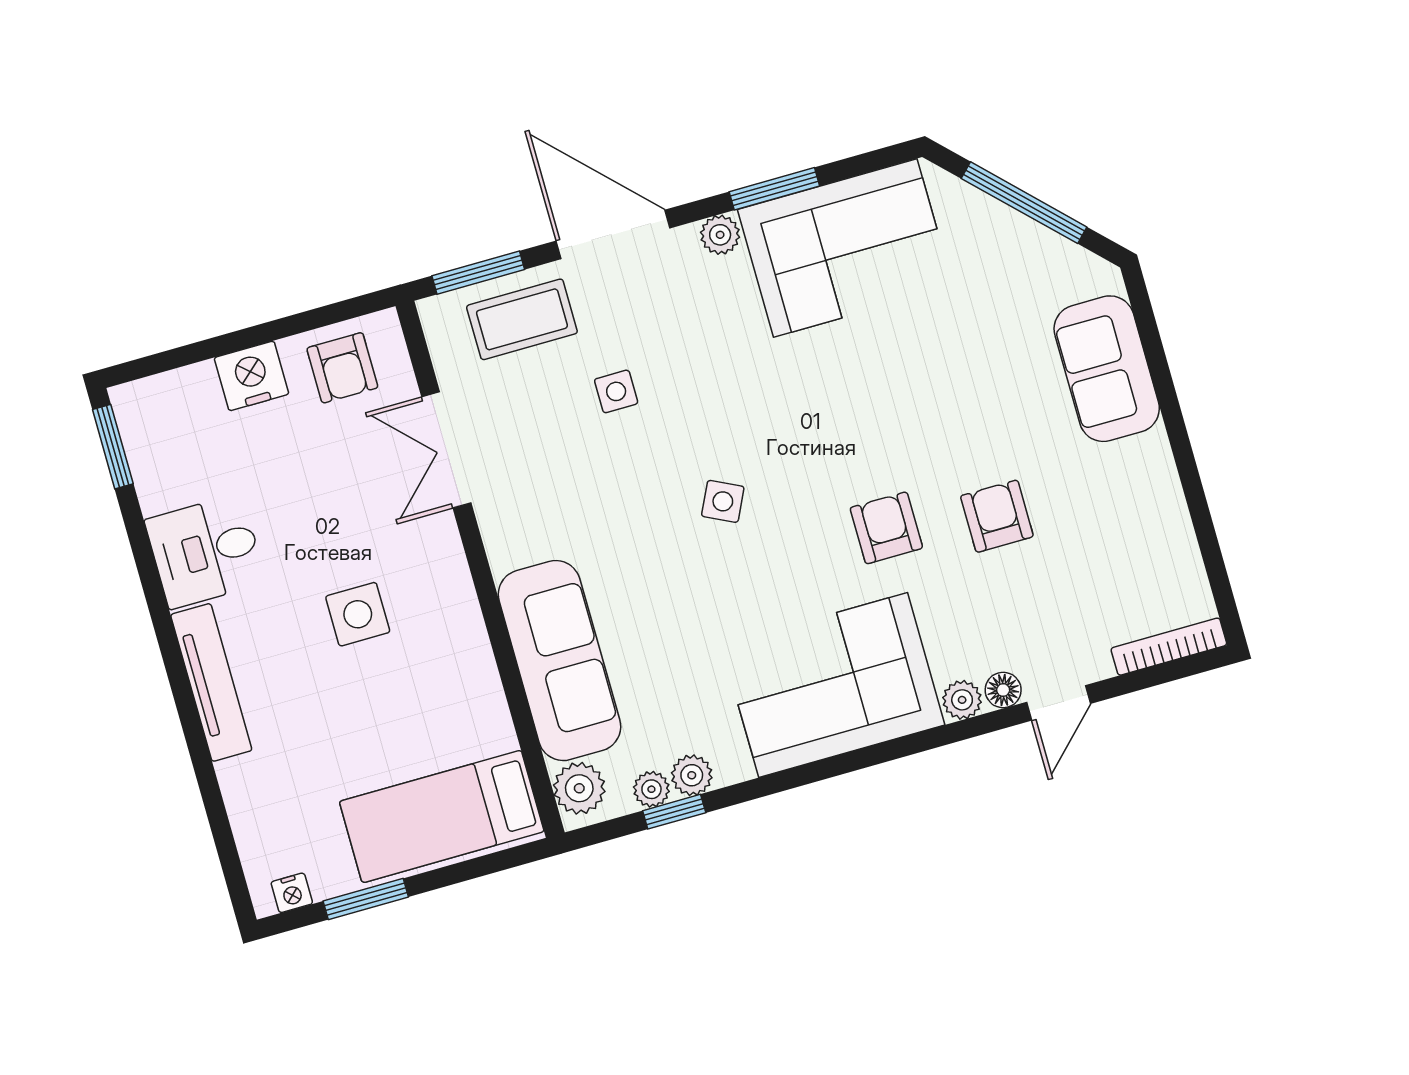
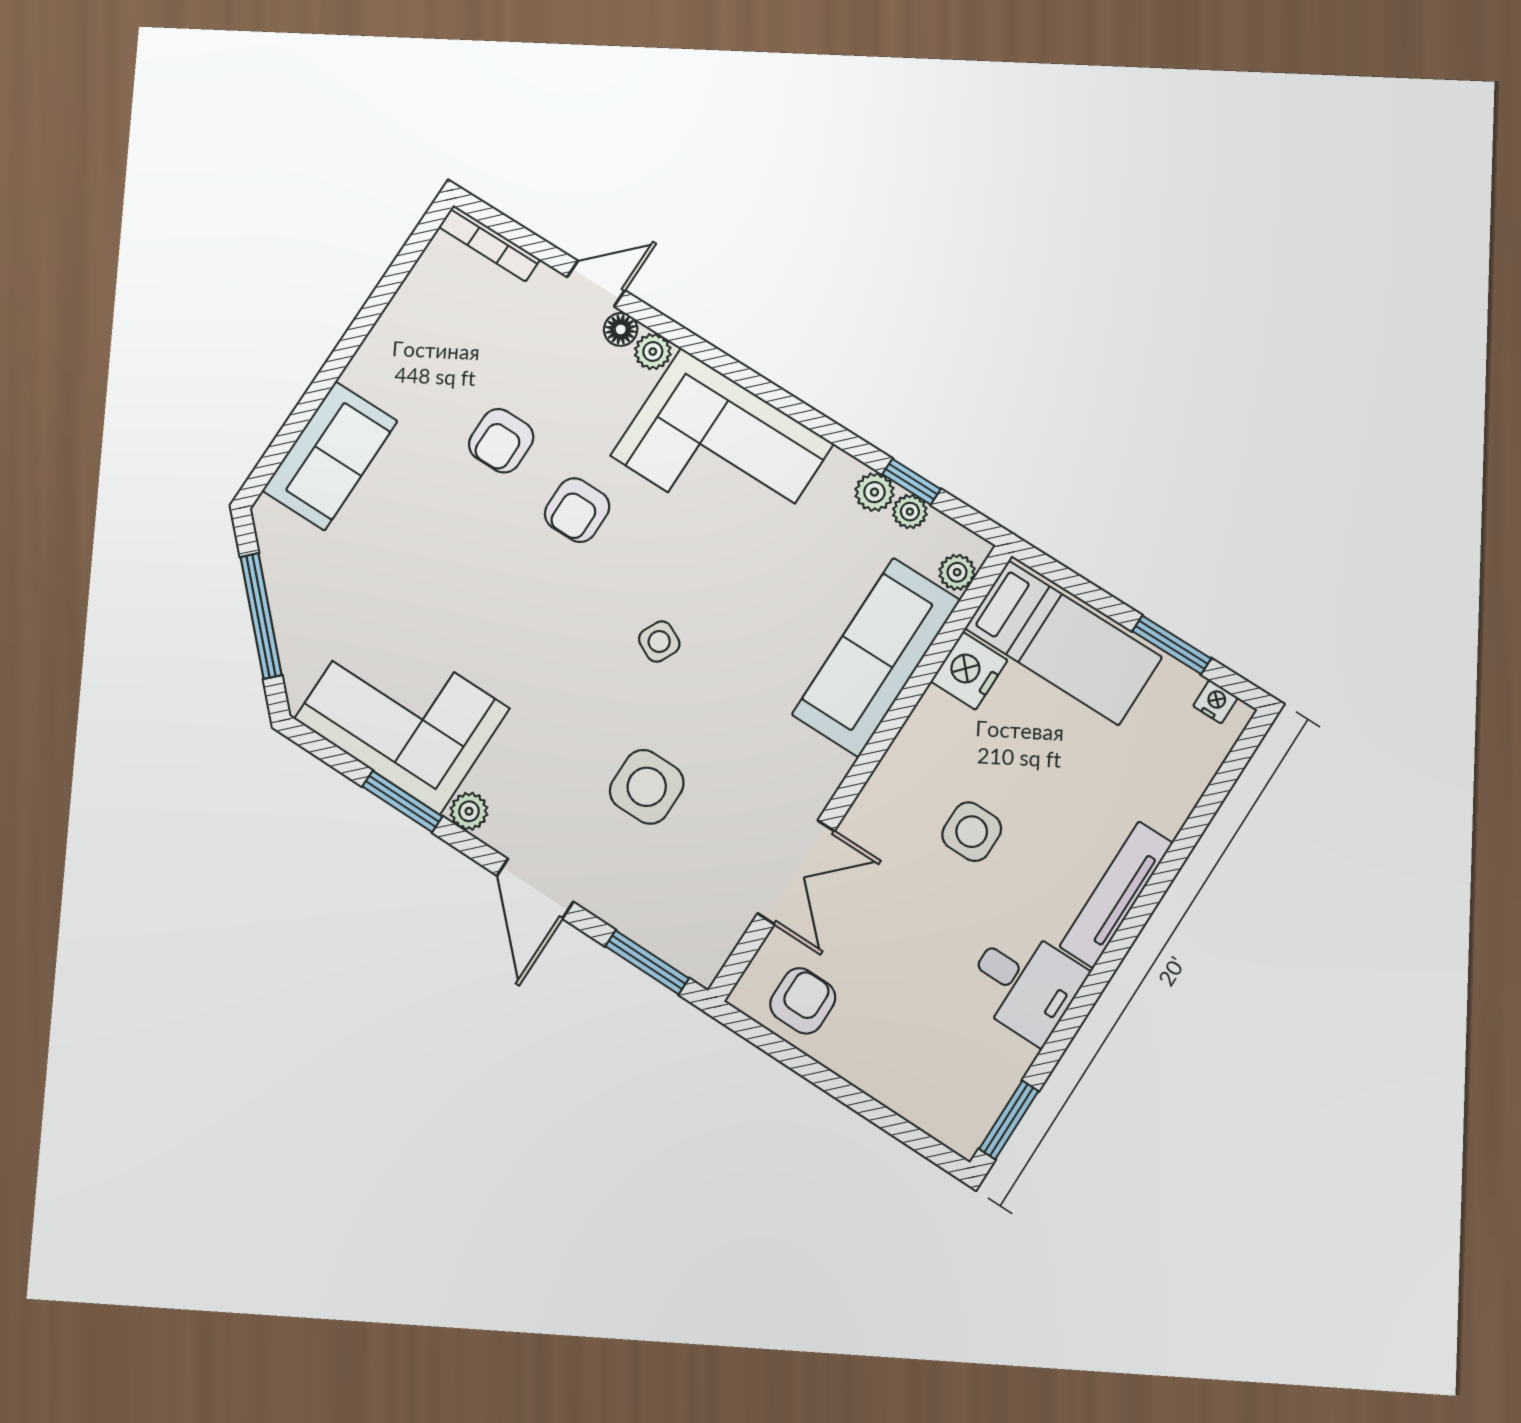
door: (613, 234) -> (535, 889), width x0.73
coffee table: (522, 319) -> (654, 901), removed
nightstand: (251, 376) -> (969, 671), moved, turned 90
side table: (616, 391) -> (647, 787), width x1.87, depth x1.87
plant: (579, 788) -> (957, 572), width x0.73, depth x0.73

